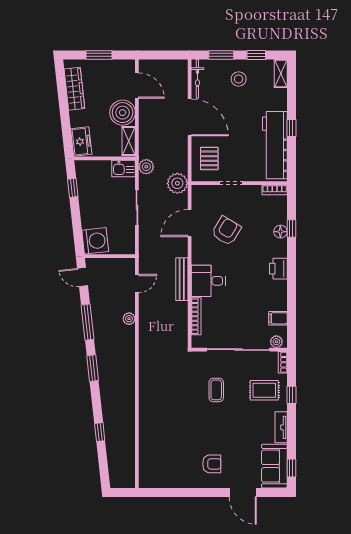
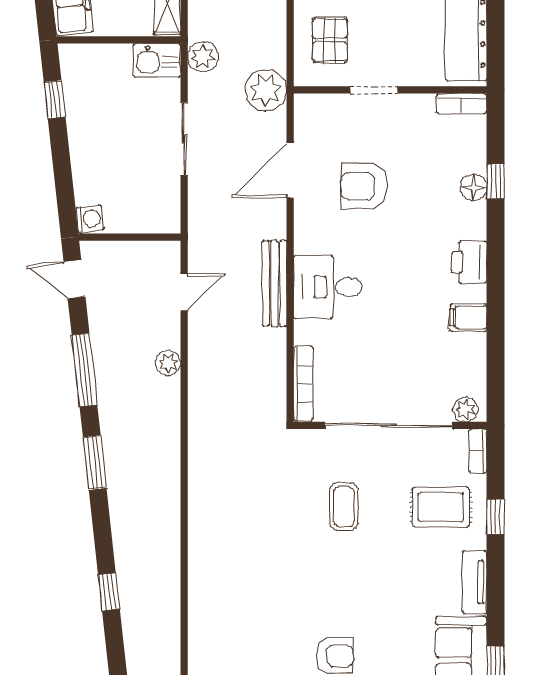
armchair: (226, 231) -> (364, 186), turned -121
washing machine: (95, 241) -> (90, 219), width x0.53, depth x0.53
bookcase: (196, 316) -> (303, 384), moved
filing cabinet: (278, 318) -> (468, 317), moved

